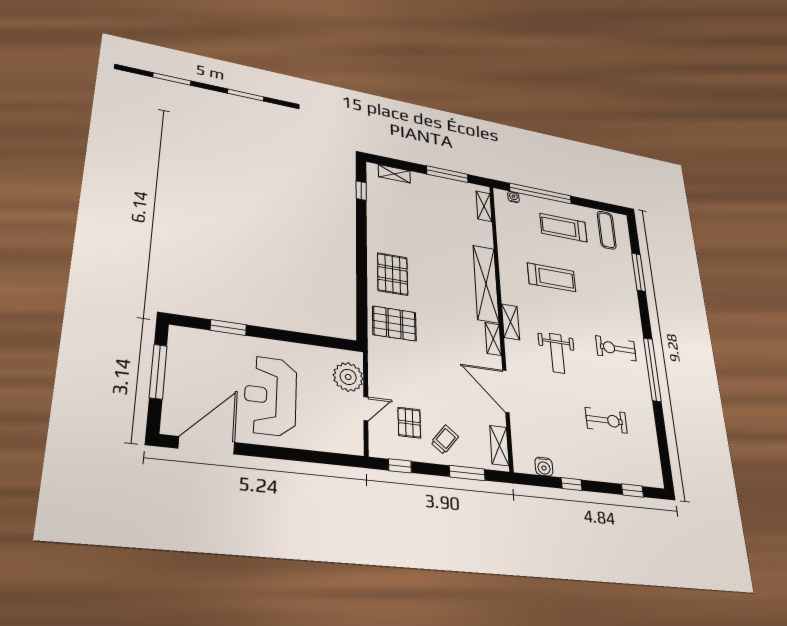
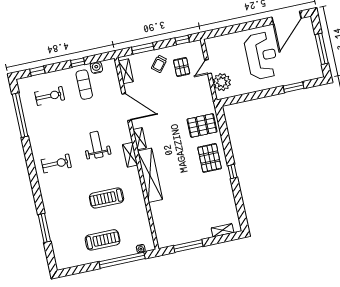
window: (361, 191) -> (233, 171), moved
shelving: (484, 206) -> (160, 232), removed
exercise mat: (607, 230) -> (84, 85), moved
window: (652, 370) -> (20, 115), moved
exercise bike: (606, 420) -> (50, 96), moved, turned 180

